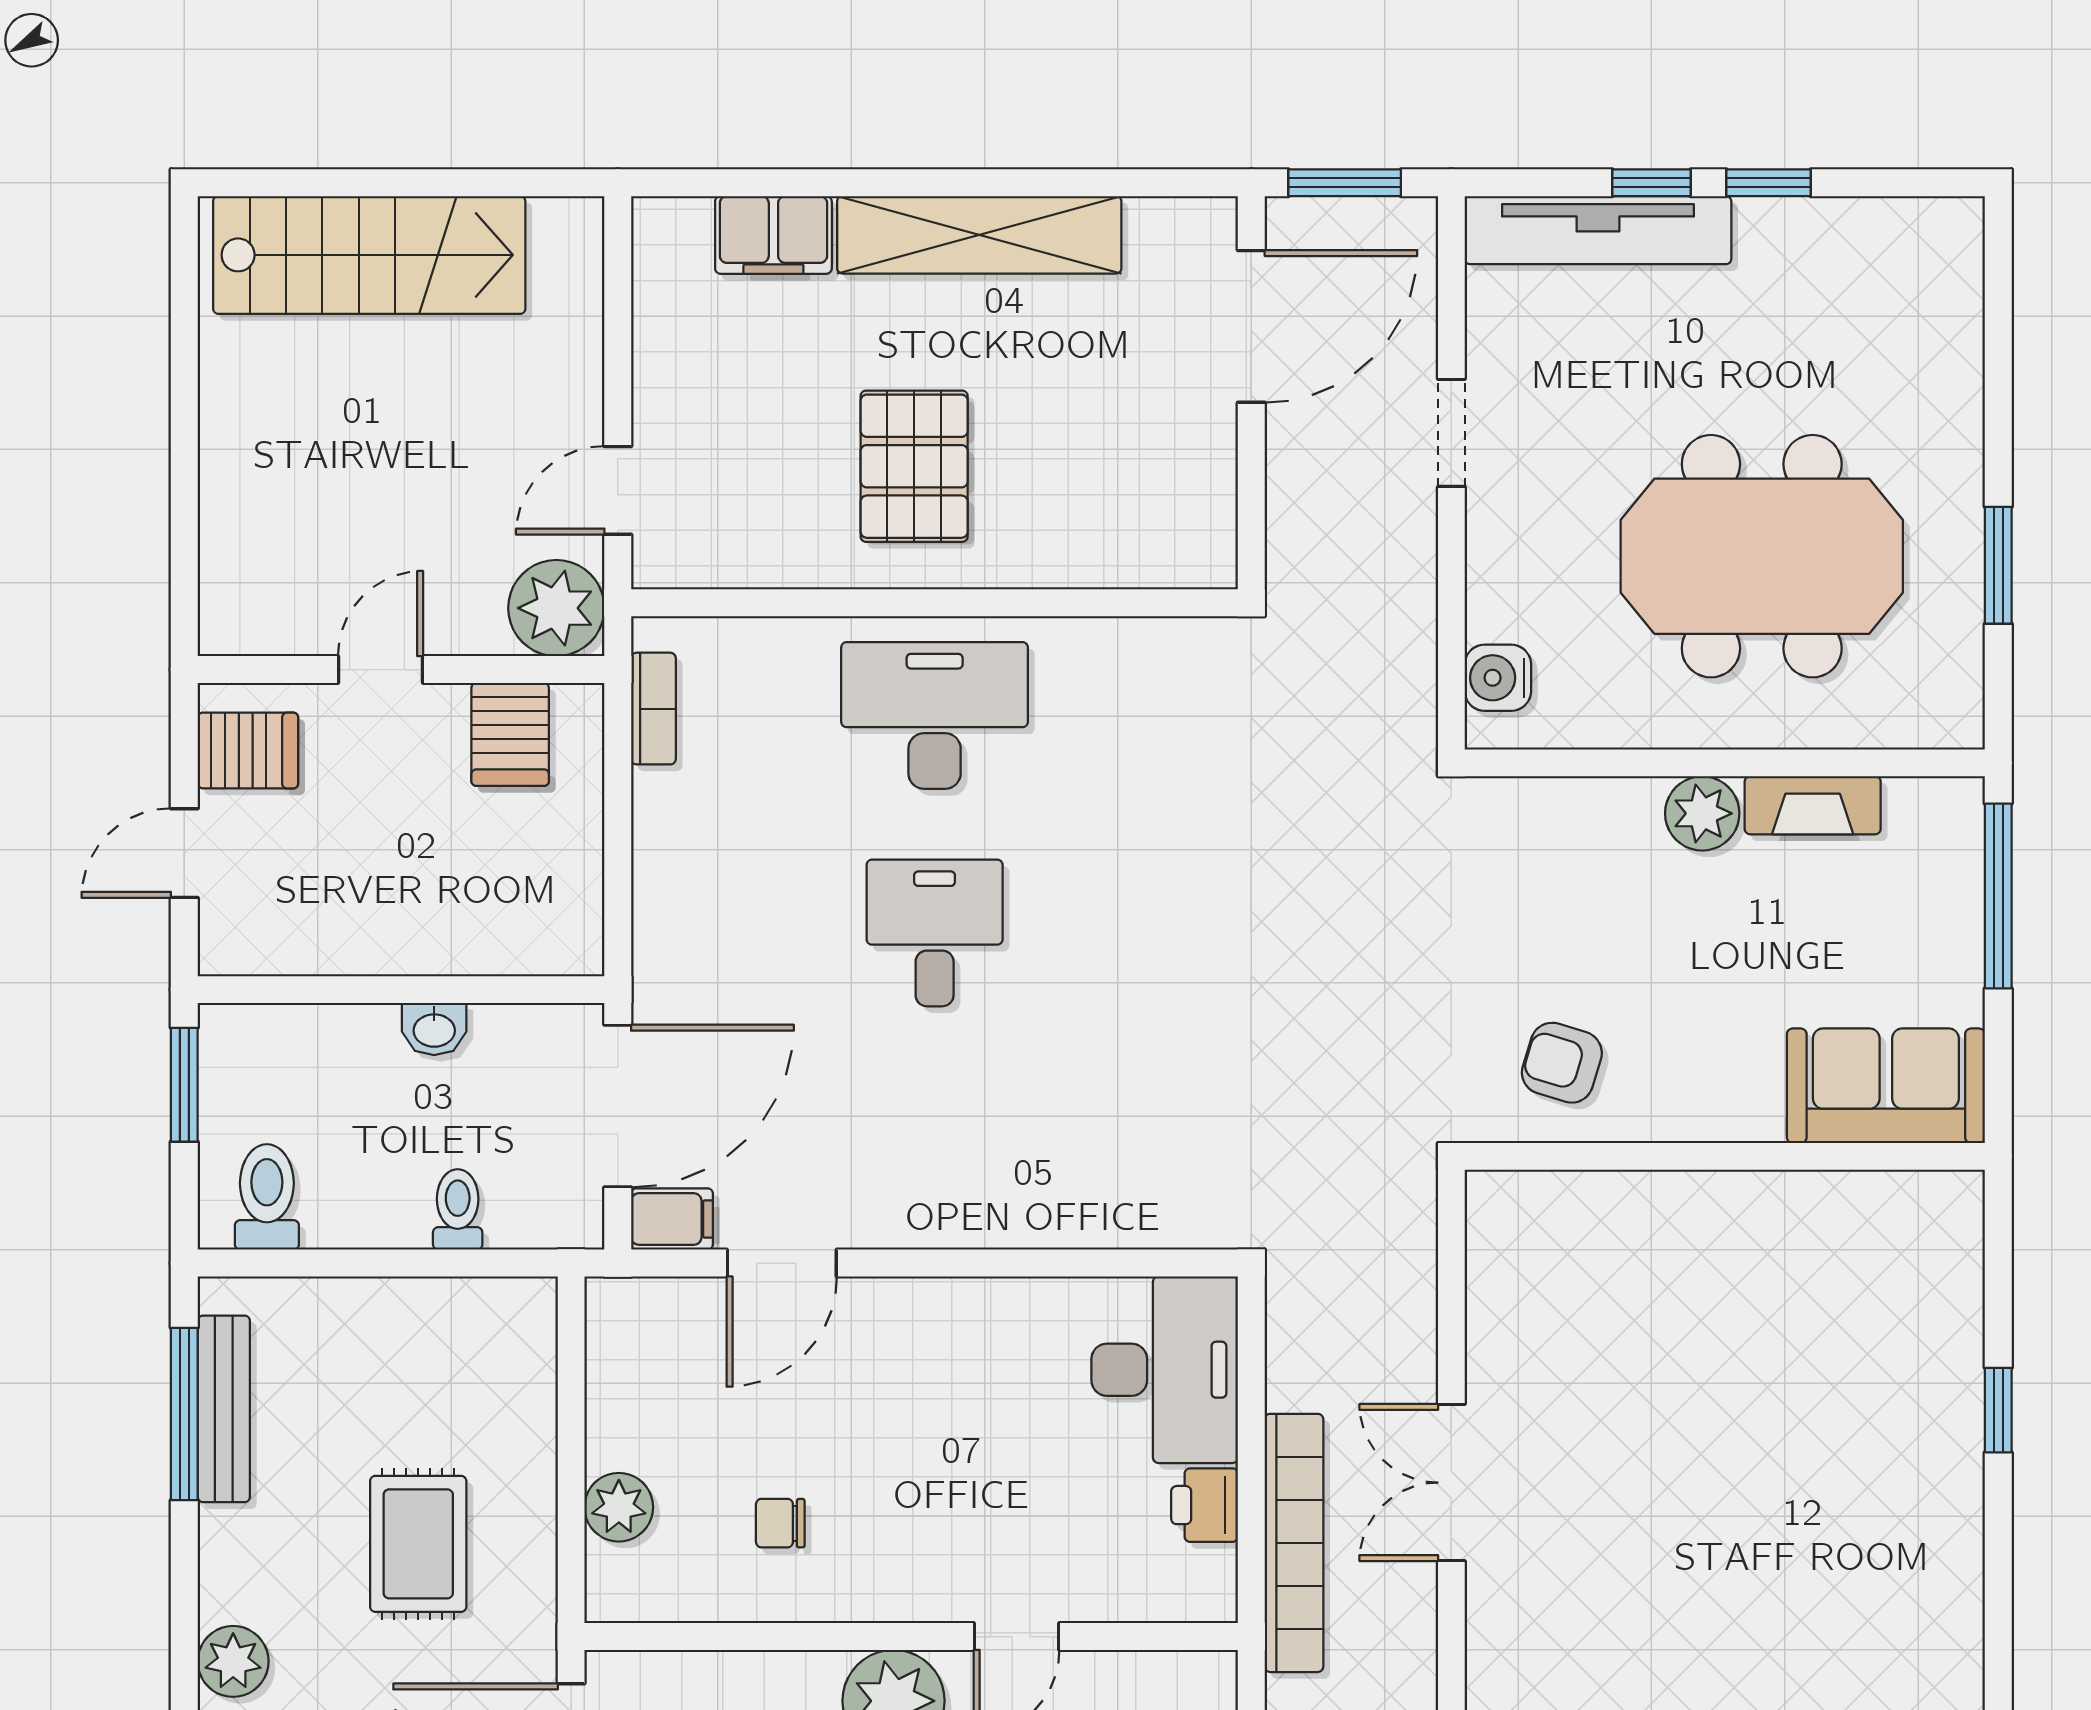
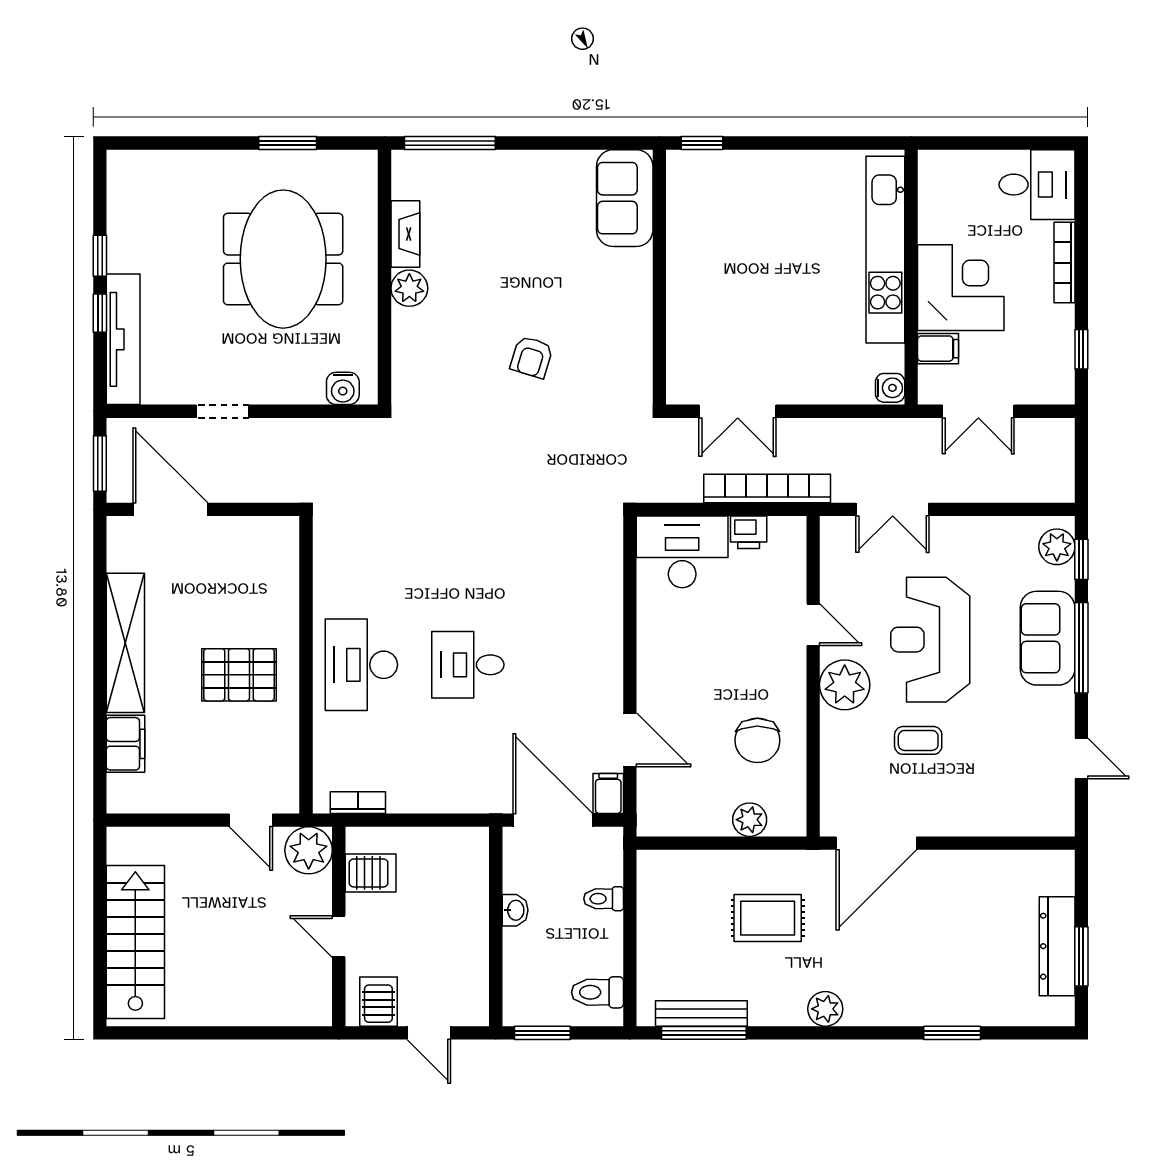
sofa: (1886, 1086) -> (625, 198), moved
wall: (1725, 1156) -> (659, 277), moved
chair: (780, 1523) -> (757, 740), width x1.87, depth x1.87

